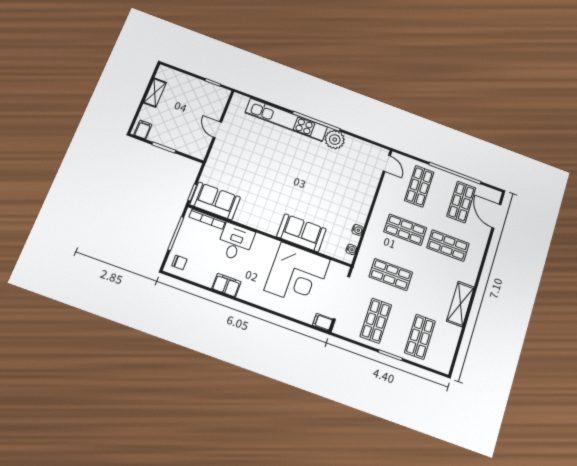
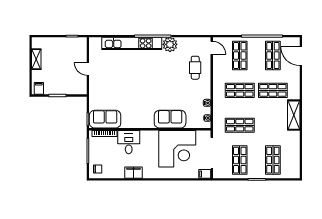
cafe table: (357, 180) -> (195, 68), added
shelving: (460, 304) -> (294, 115), moved

